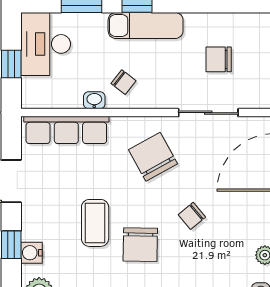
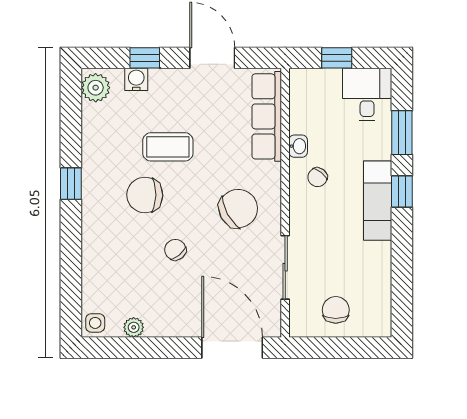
desk: (46, 44) -> (367, 94), width x0.73
chair: (219, 59) -> (336, 310), moved

